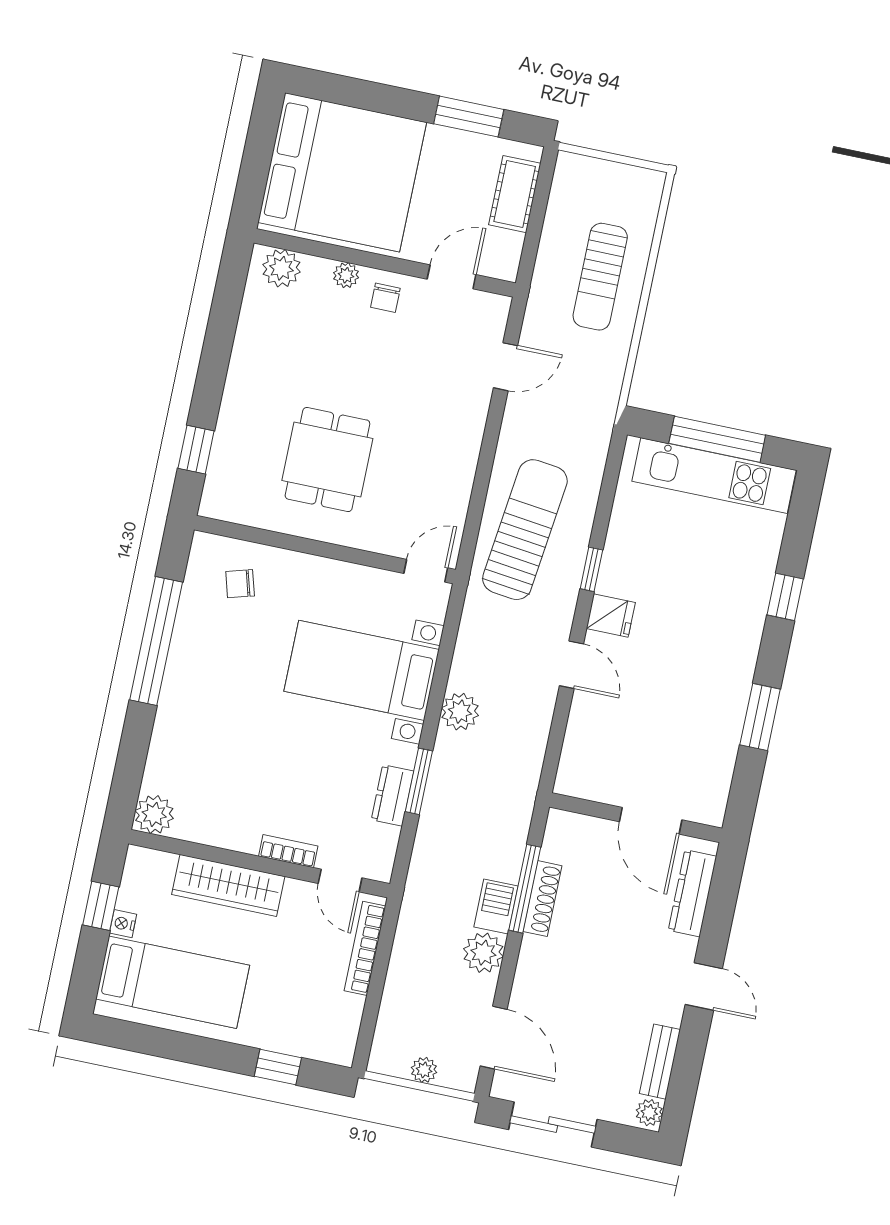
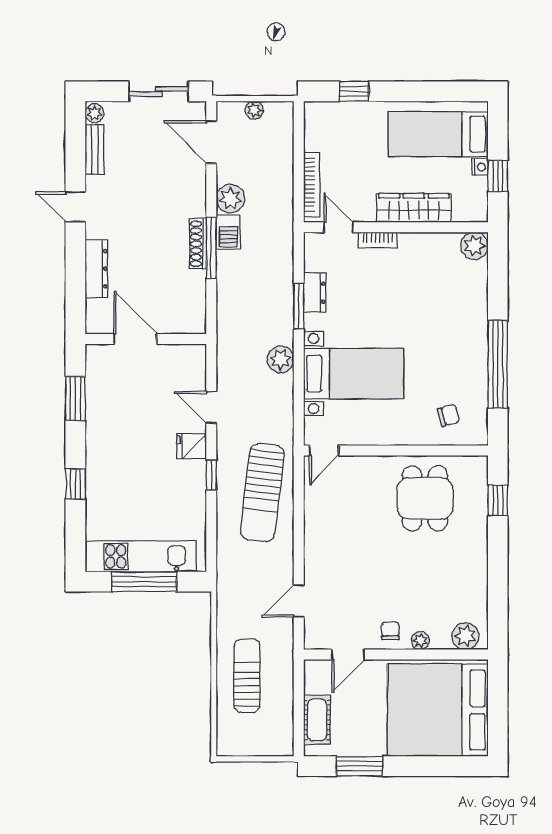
dining table: (327, 460) -> (425, 498), moved
wall: (636, 818) -> (146, 339), moved
door: (651, 821) -> (135, 339), moved

